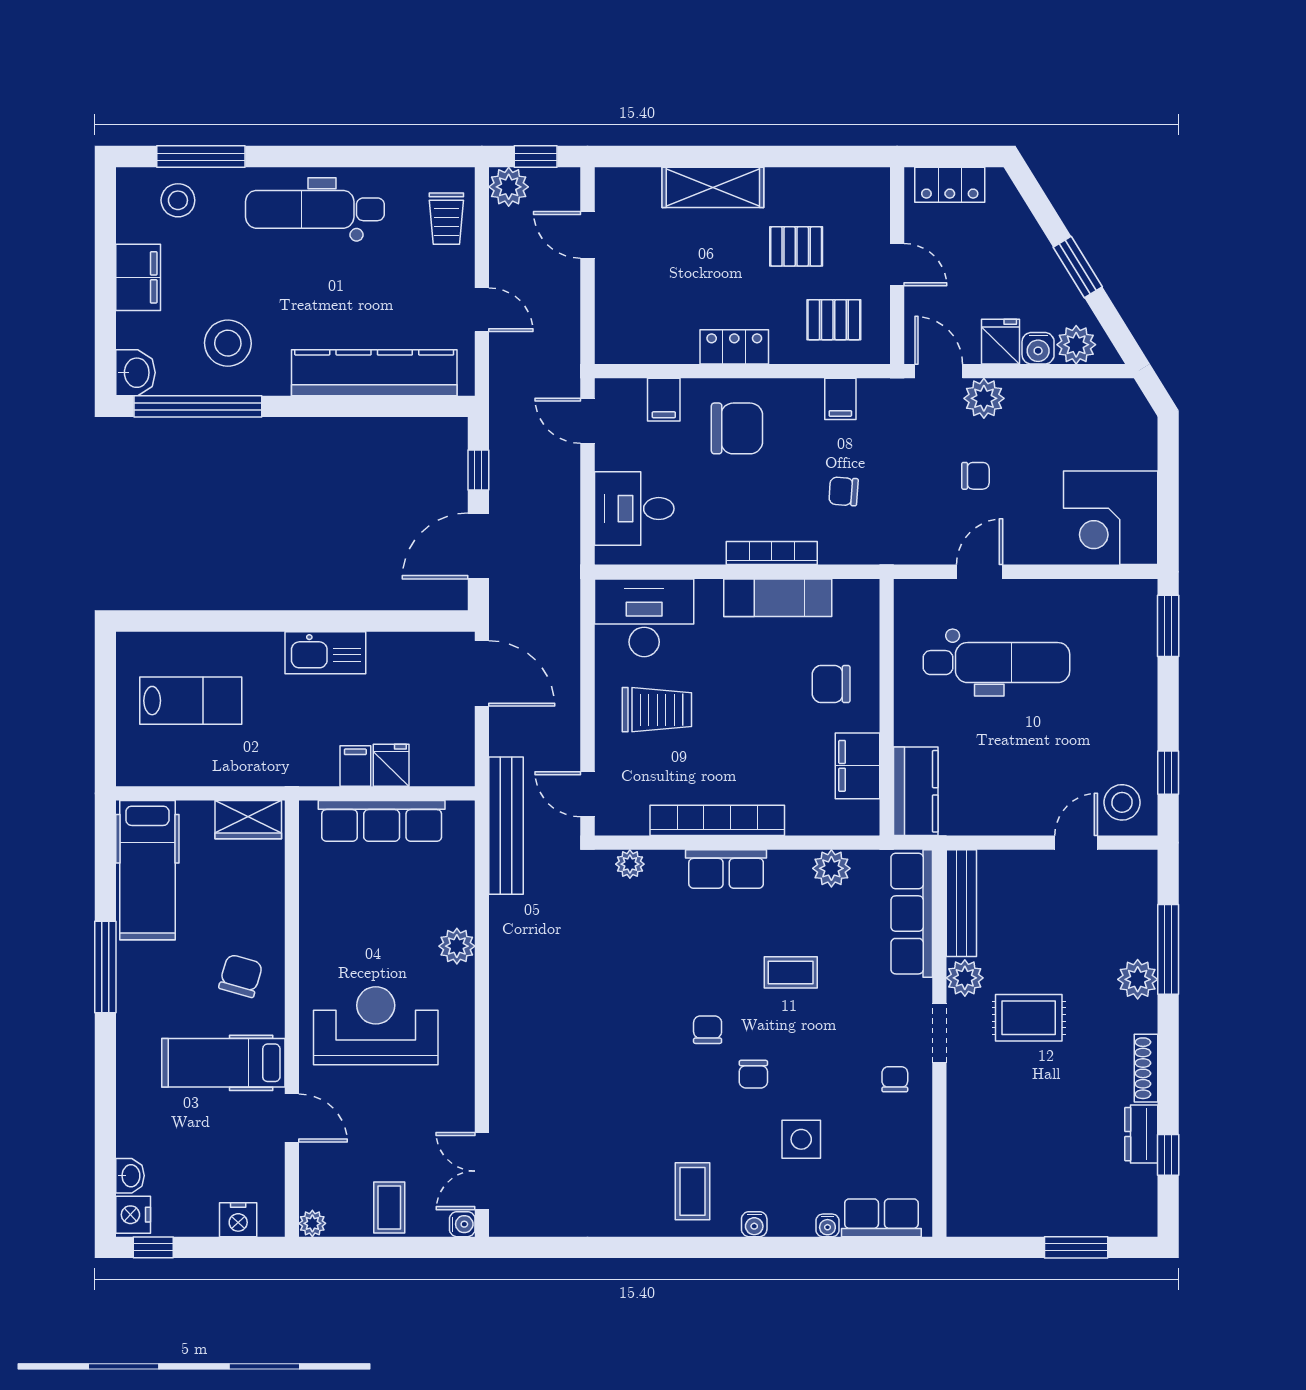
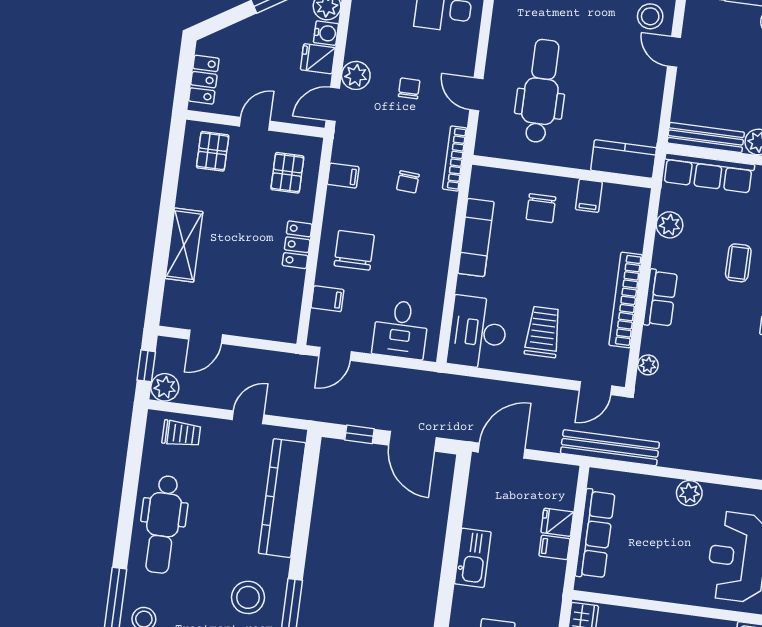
pallet: (796, 246) -> (213, 151), moved
bookcase: (772, 553) -> (455, 158), moved
filing cabinet: (857, 766) -> (589, 196), width x0.50

